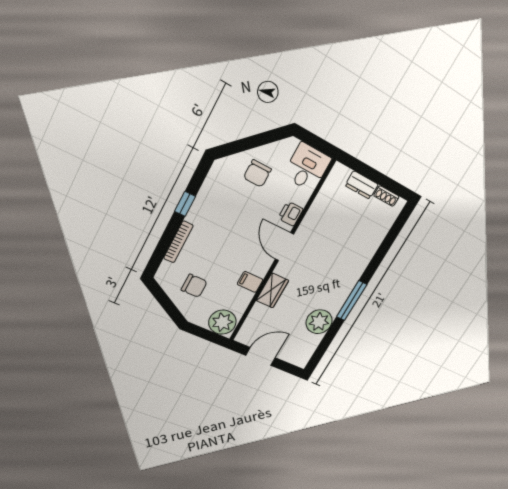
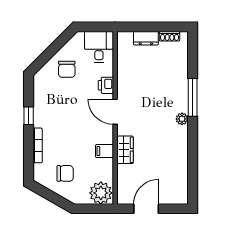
window: (352, 301) -> (193, 97), moved
plant: (319, 322) -> (182, 119), moved, width x0.53, depth x0.53

